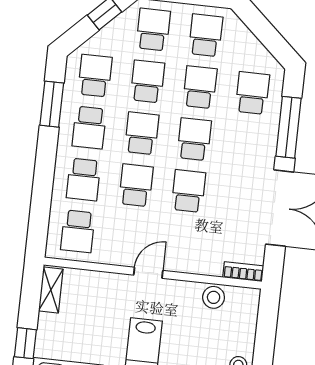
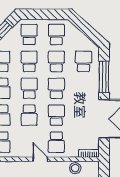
school desk: (136, 185) -> (29, 115), turned 180
school desk: (183, 243) -> (56, 142), added
door: (148, 273) -> (40, 159), hinge flipped

